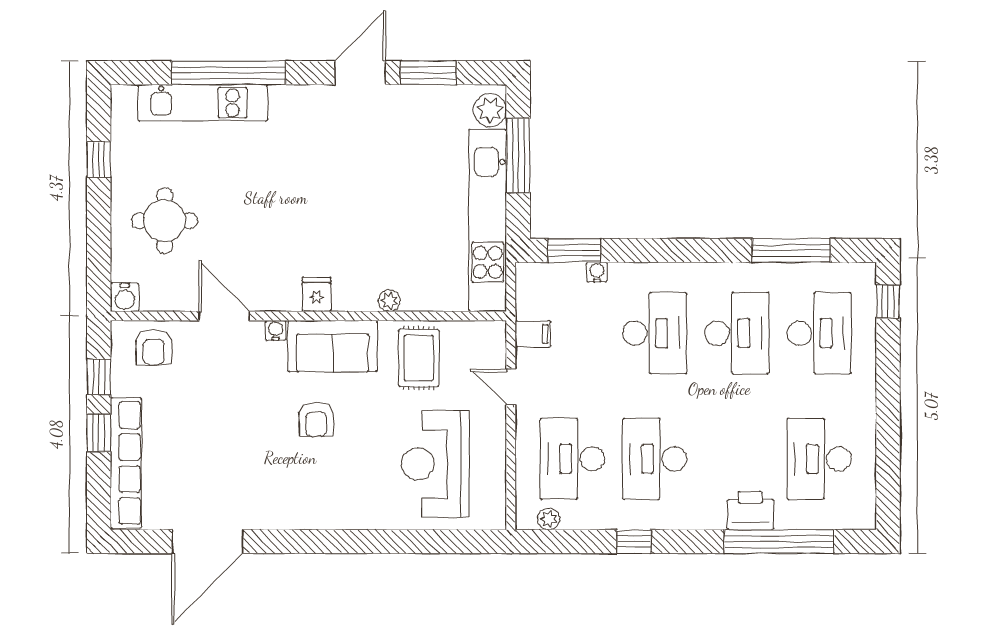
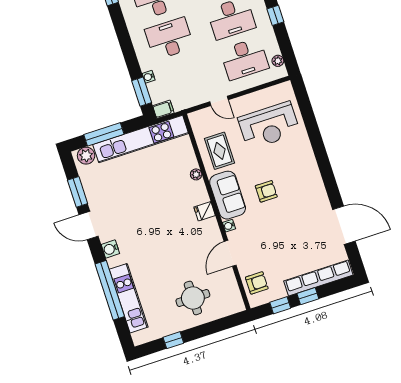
water cooler: (125, 297) -> (110, 249), moved, turned 180
filing cabinet: (533, 334) -> (163, 109), moved, turned 90
rug: (419, 358) -> (220, 151), turned 90
door: (511, 387) -> (219, 101), hinge flipped

